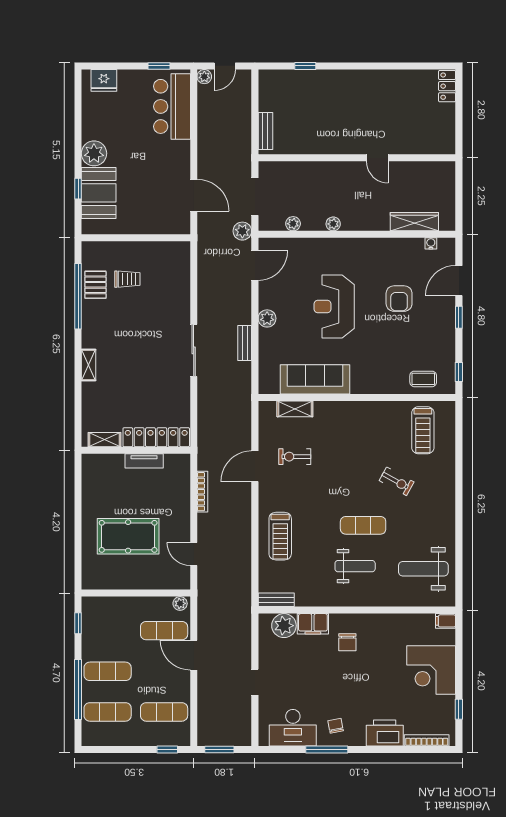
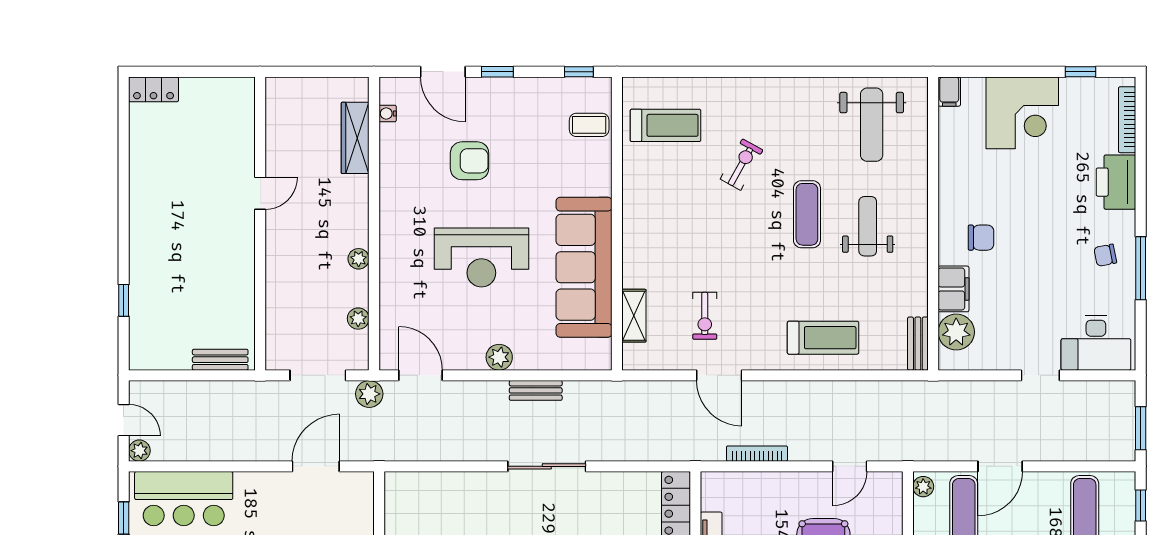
sofa: (315, 379) -> (584, 267), width x1.36, depth x1.27
coffee table: (423, 379) -> (589, 125), turned 90
desk: (293, 728) -> (1096, 343), moved, turned 90

